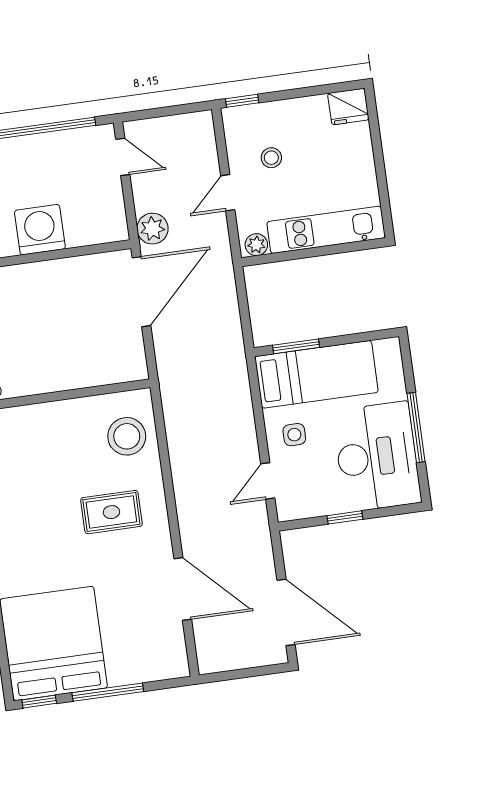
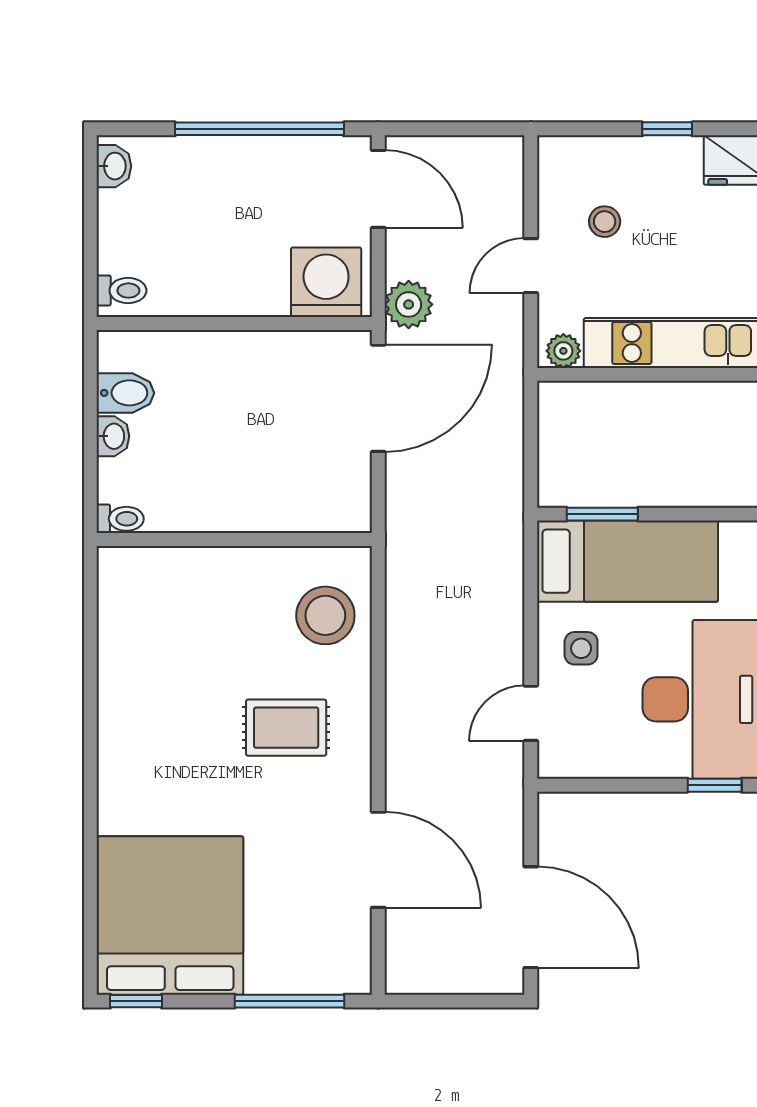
window: (242, 101) -> (667, 129), moved
door: (123, 157) -> (378, 189), width x1.38
washing machine: (40, 230) -> (326, 282), moved
window: (345, 517) -> (715, 785), moved
window: (108, 692) -> (290, 1001), moved

